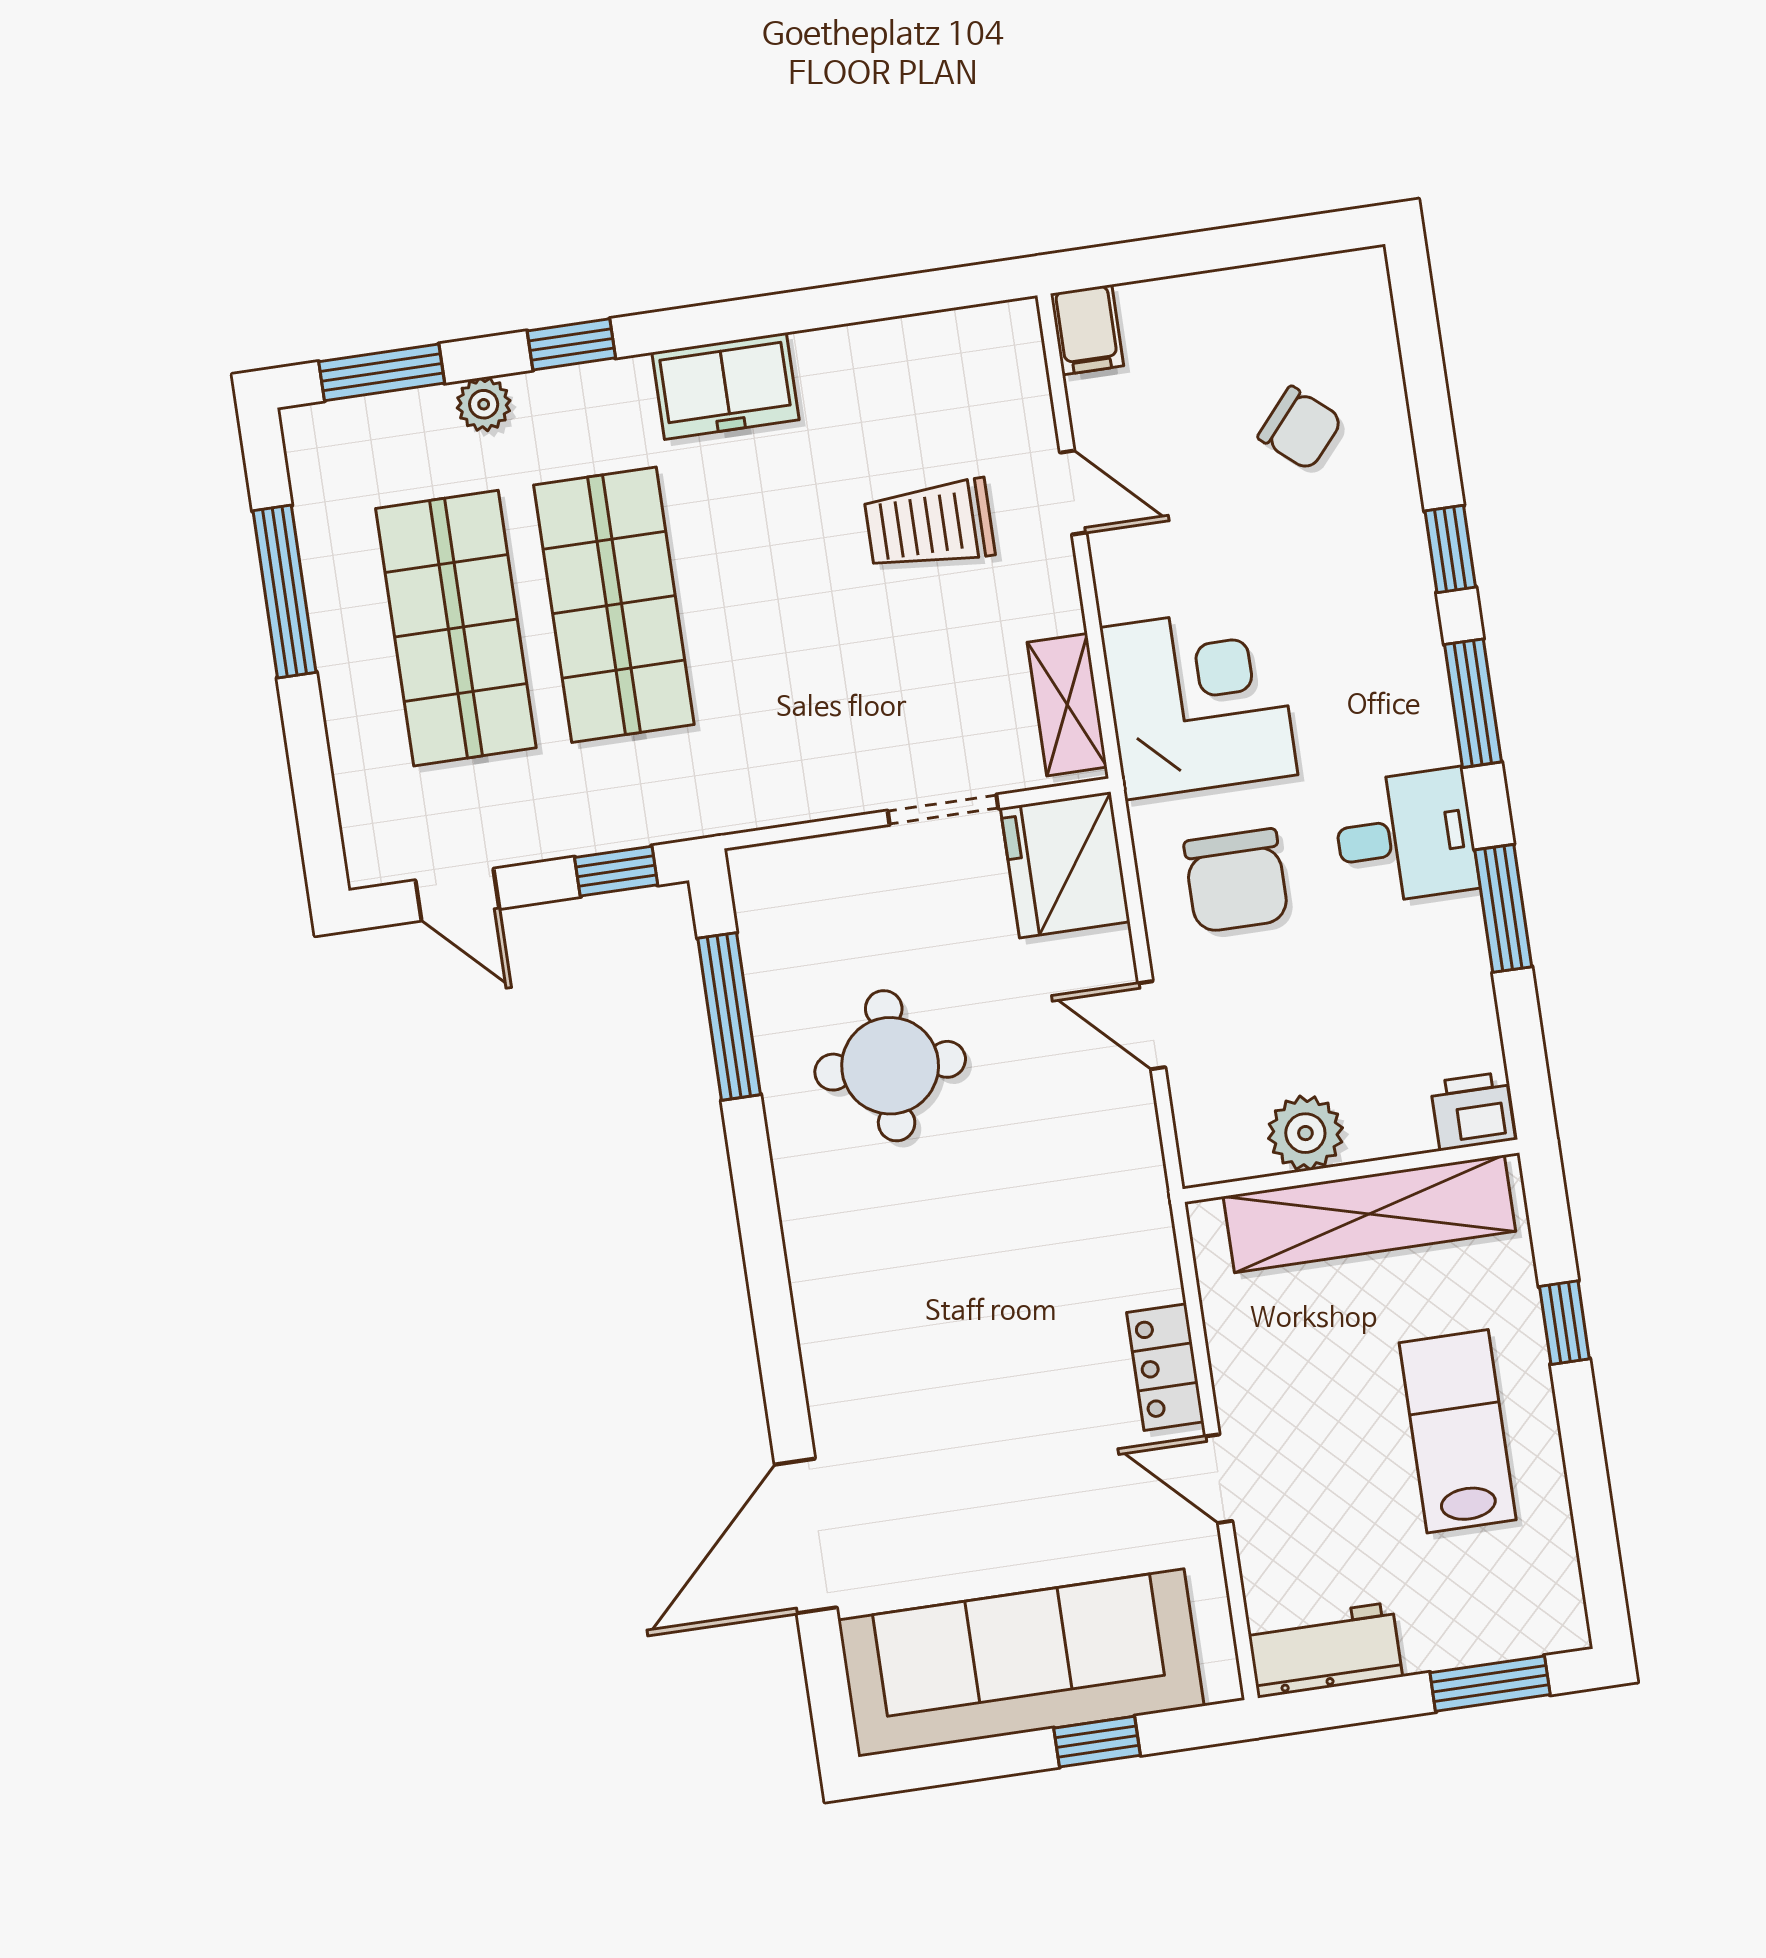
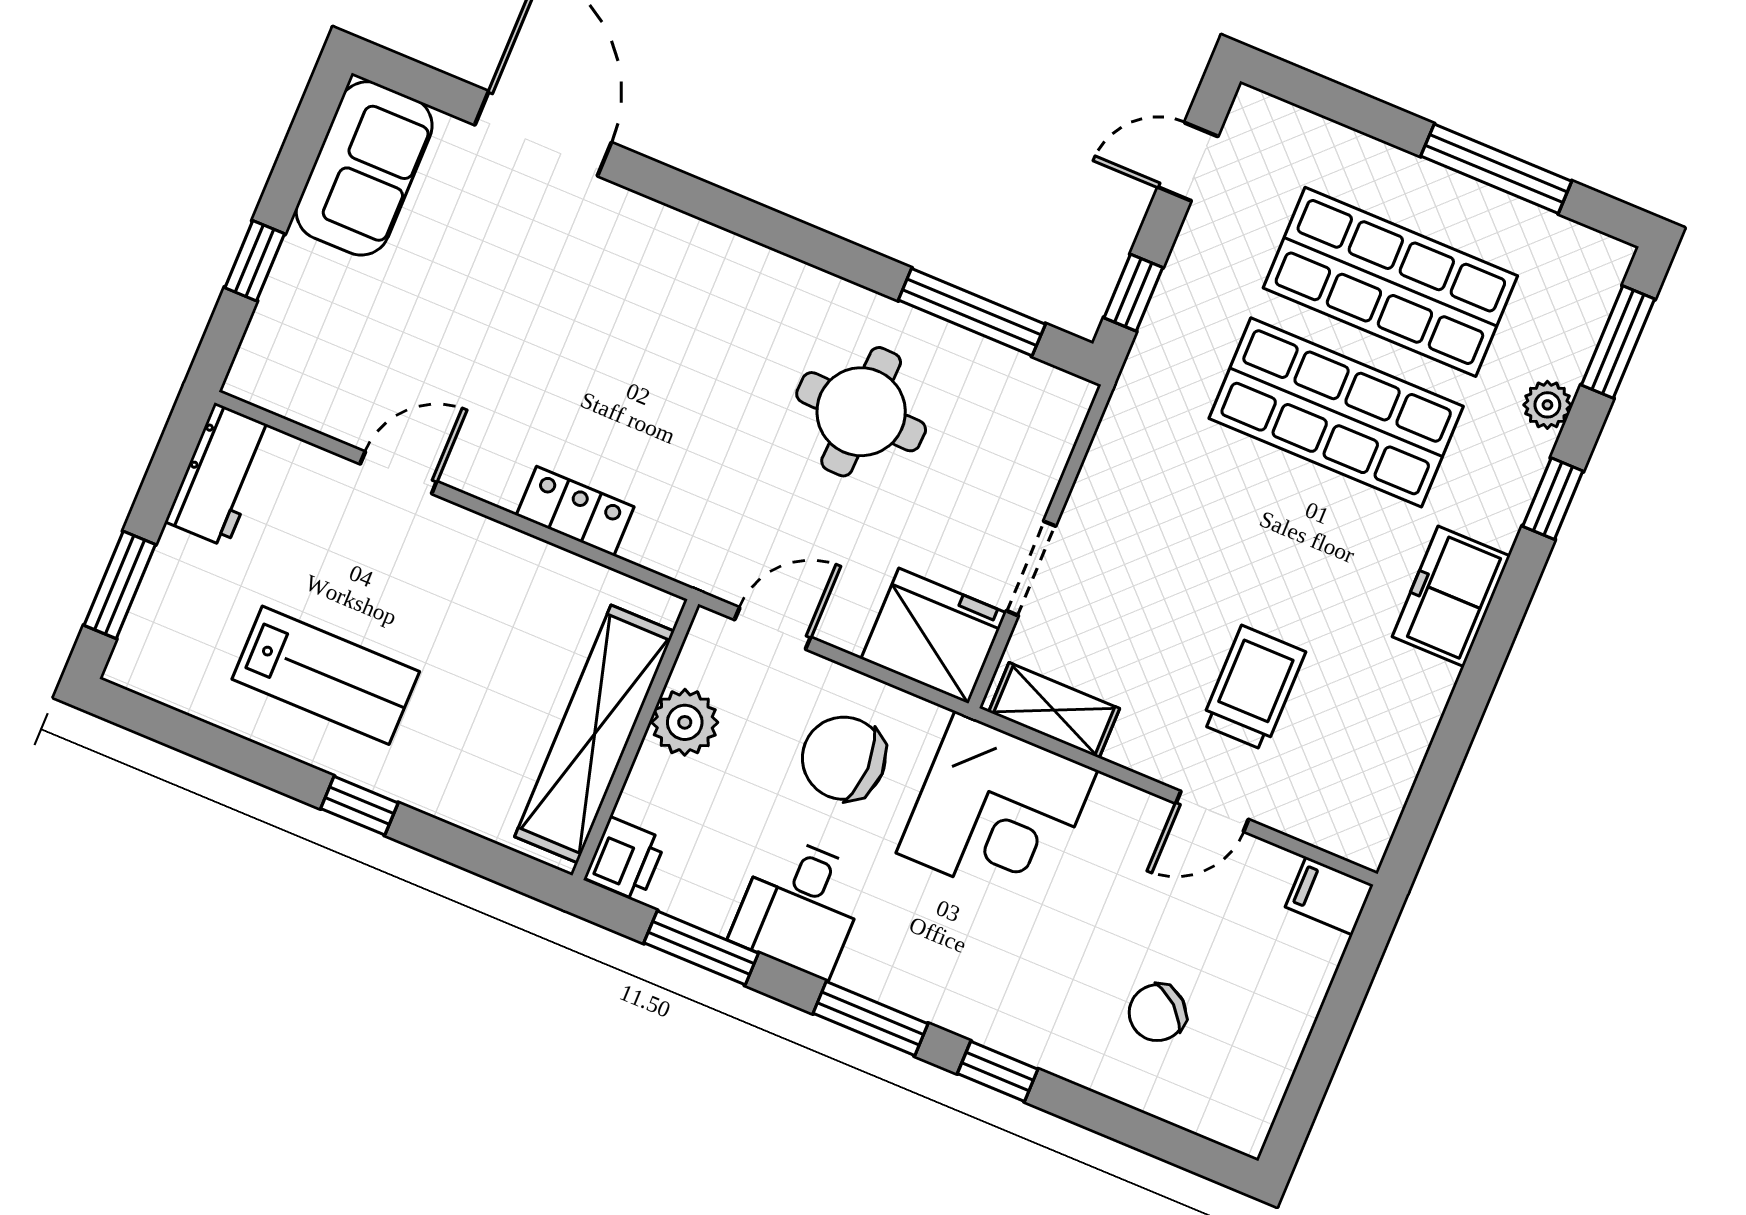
printer: (1473, 1111) -> (625, 859), moved
plant: (1305, 1133) -> (685, 722), moved
wall: (1351, 1171) -> (635, 740), moved
shelving: (1369, 1214) -> (594, 734), moved
locker: (1165, 1367) -> (575, 511), moved
sofa: (1021, 1663) -> (364, 168), width x0.54, depth x0.79

